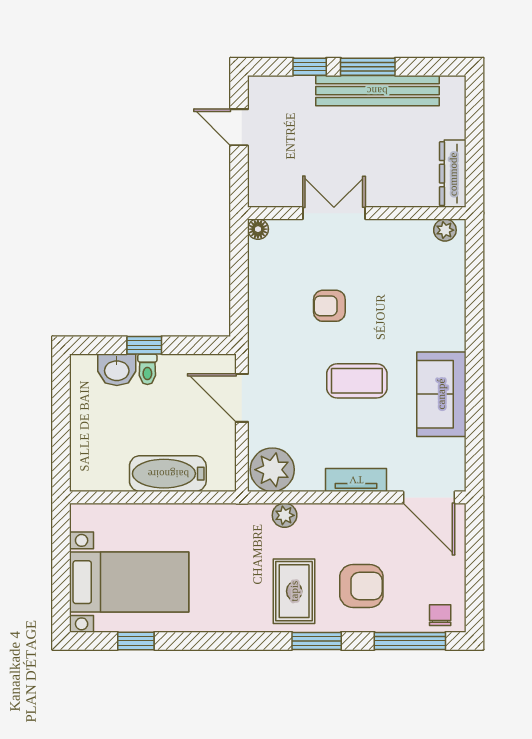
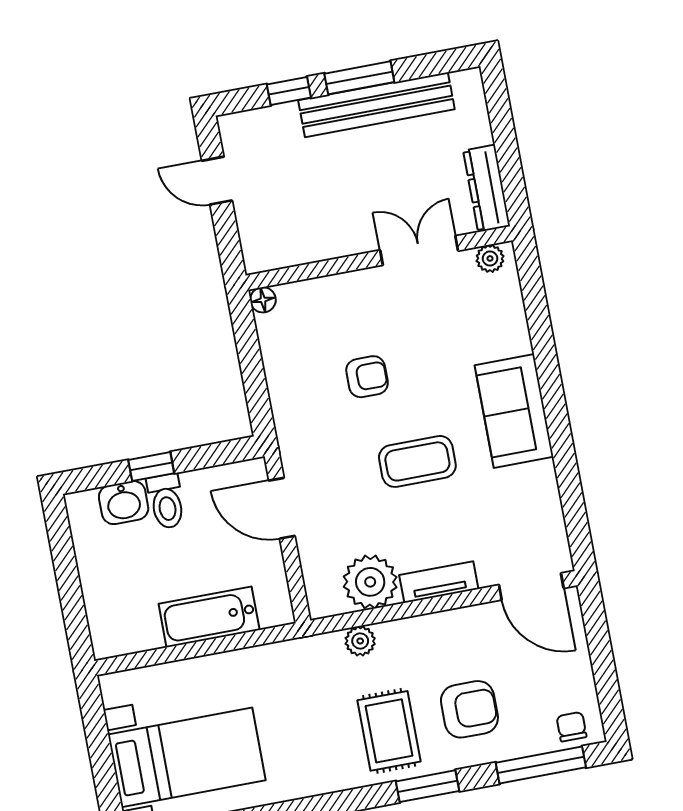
double door: (334, 213) -> (419, 251), moved
armchair: (329, 306) -> (367, 377), turned 180
toilet: (147, 369) -> (166, 501), width x1.37, depth x1.39
sofa: (441, 394) -> (514, 411), moved
plant: (272, 470) -> (370, 582), moved

